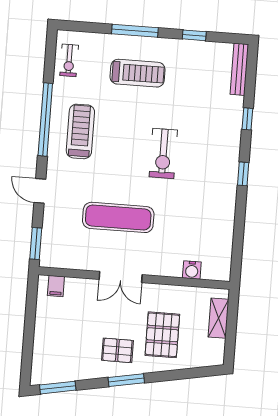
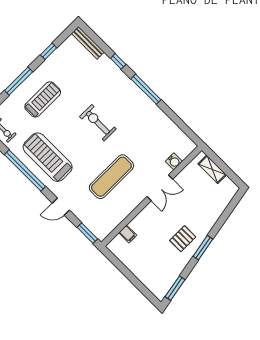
treadmill: (80, 131) -> (48, 157), width x1.37, depth x1.38
exercise bike: (163, 153) -> (98, 123), turned 180
window: (243, 174) -> (146, 89), width x2.17
double door: (121, 277) -> (160, 188), moved
filing cabinet: (56, 286) -> (128, 234), moved
pallet: (162, 335) -> (195, 207), removed

